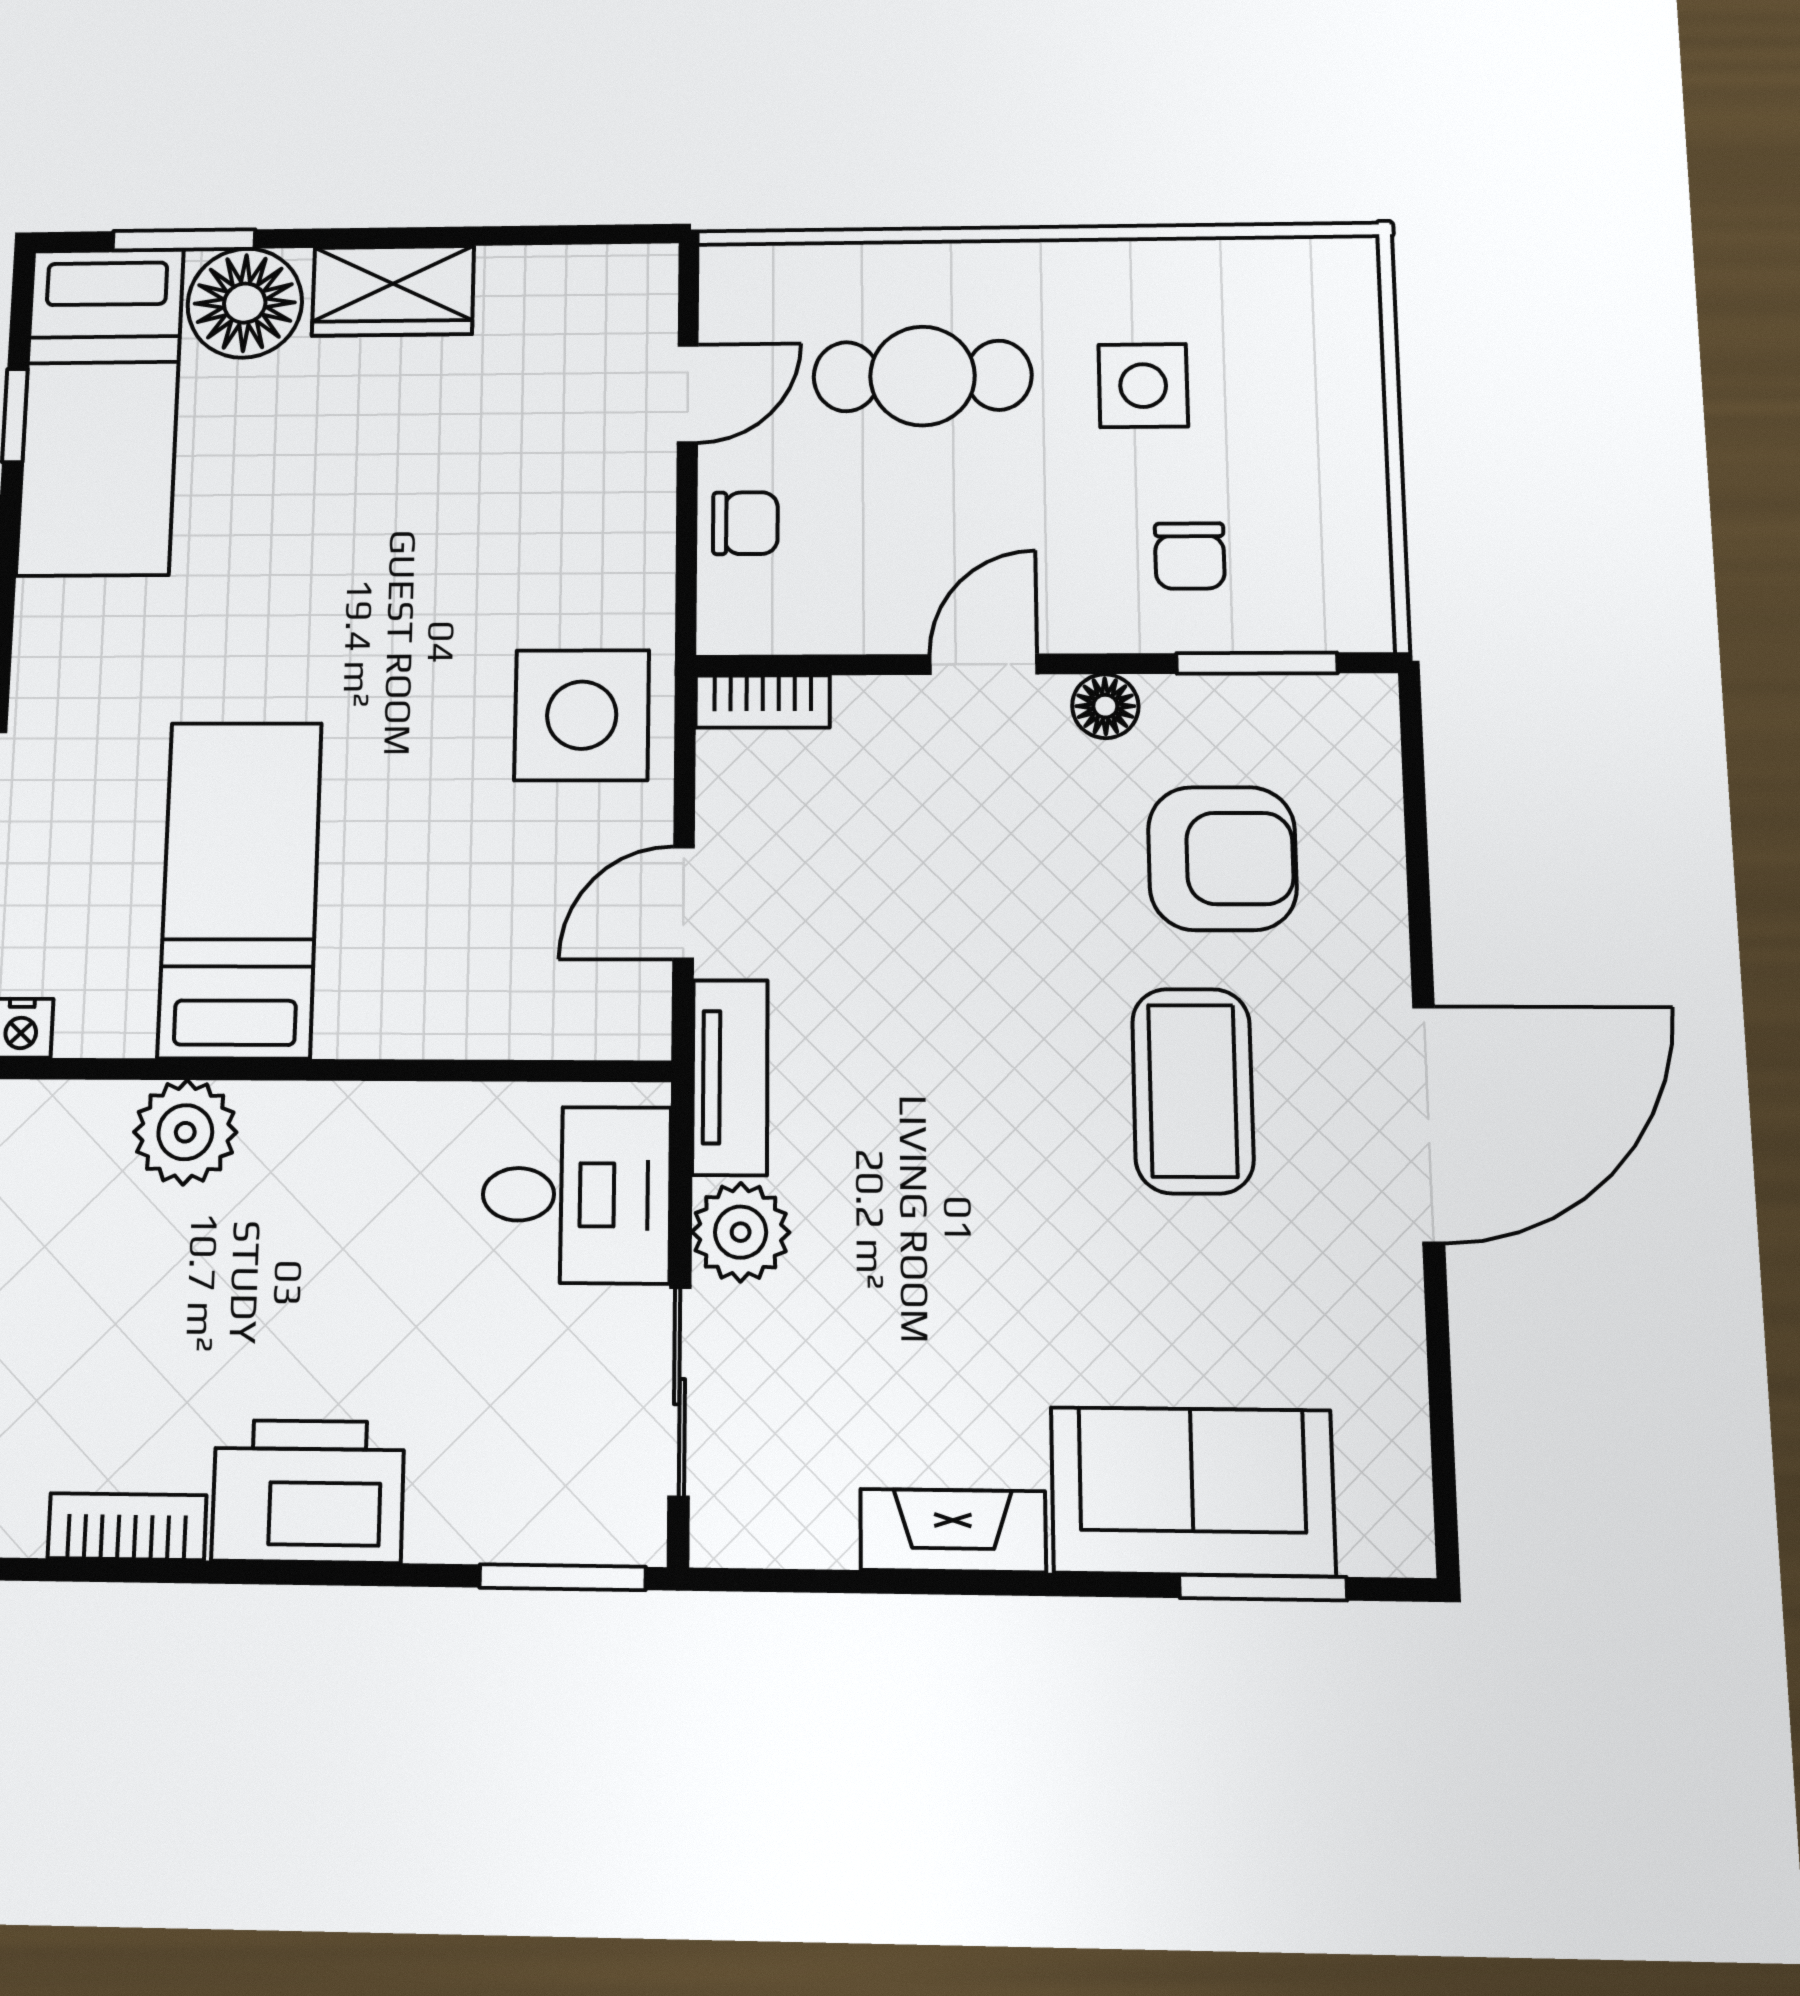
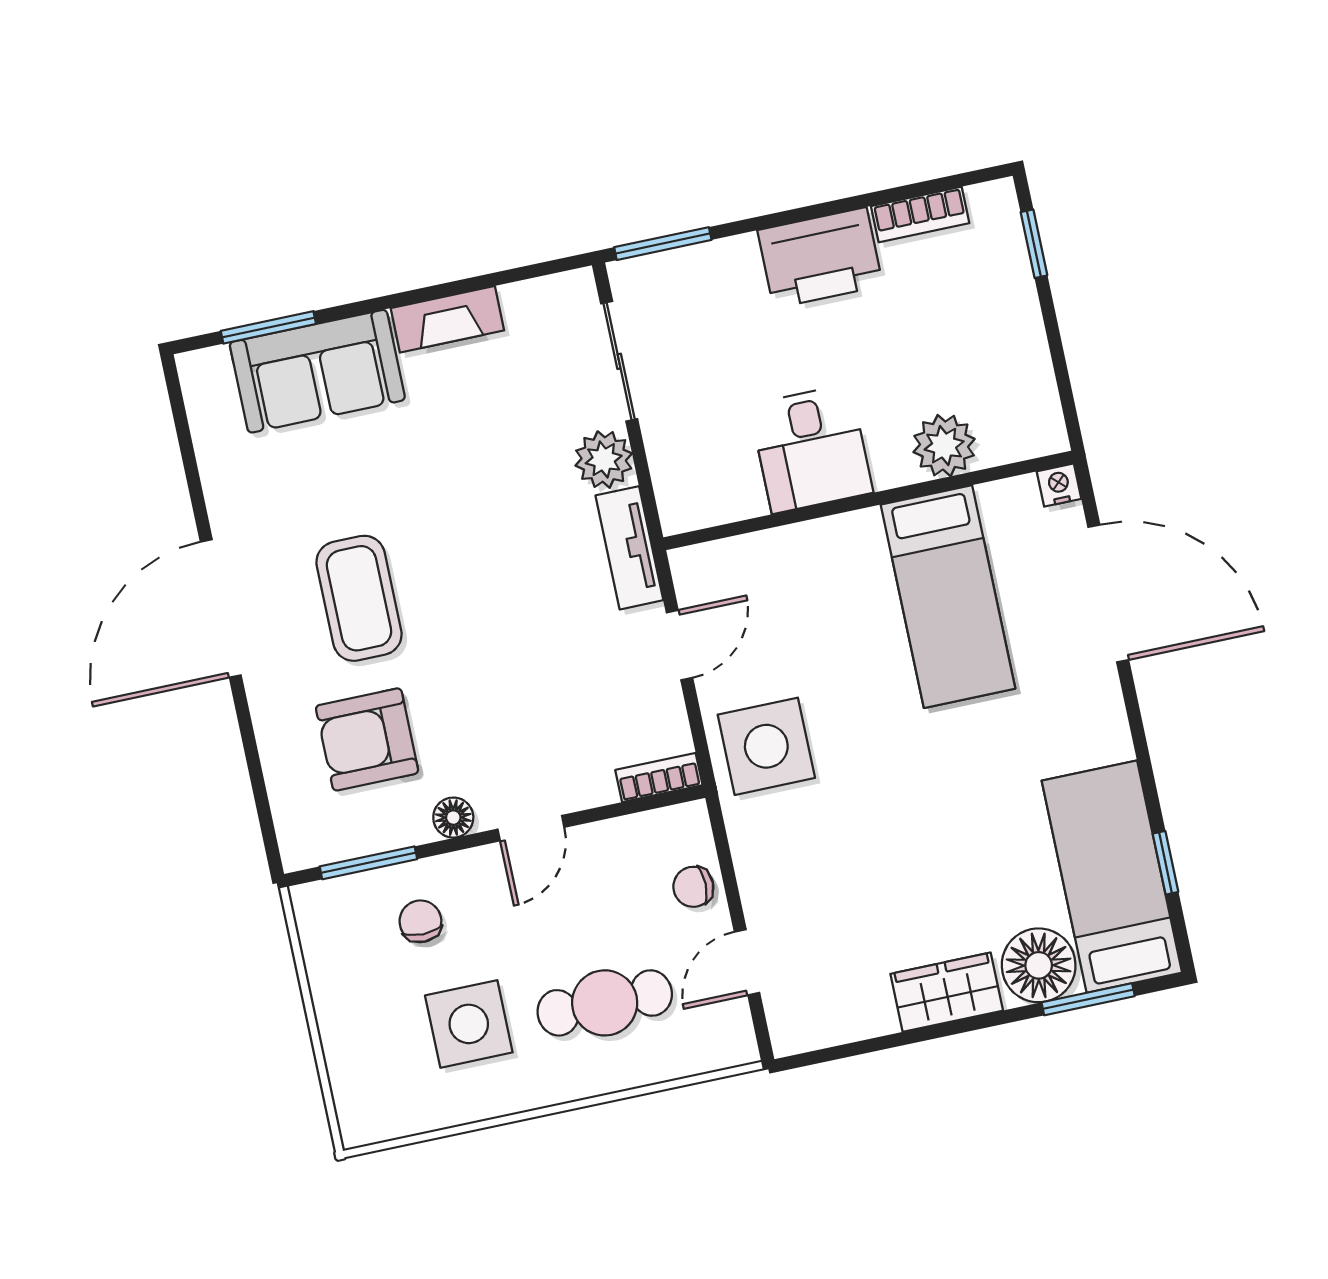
side table: (1143, 386) -> (469, 1024), width x1.37, depth x1.37
desk: (576, 1195) -> (811, 449), moved, turned -90

